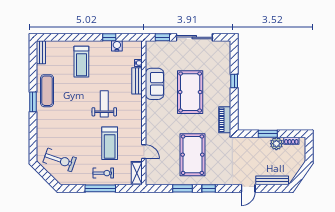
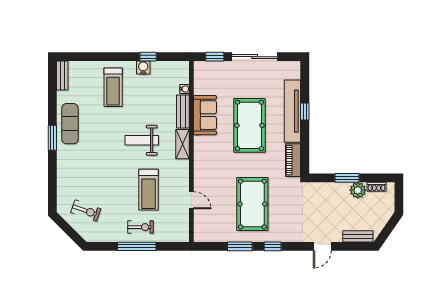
water cooler: (117, 46) -> (143, 67), moved
tv unit: (224, 81) -> (292, 111), added
weight bench: (104, 104) -> (142, 140), turned -90
exercise bike: (60, 160) -> (86, 211), width x0.73, depth x0.72
shelving: (137, 173) -> (183, 144), moved
bench: (272, 180) -> (358, 236), width x0.73

